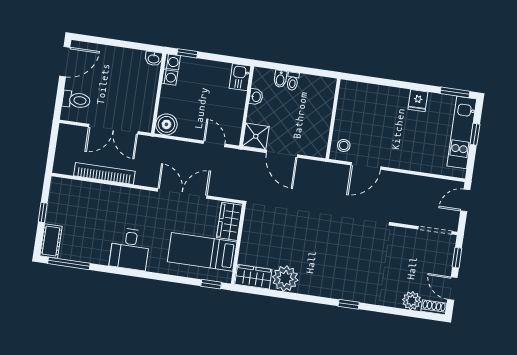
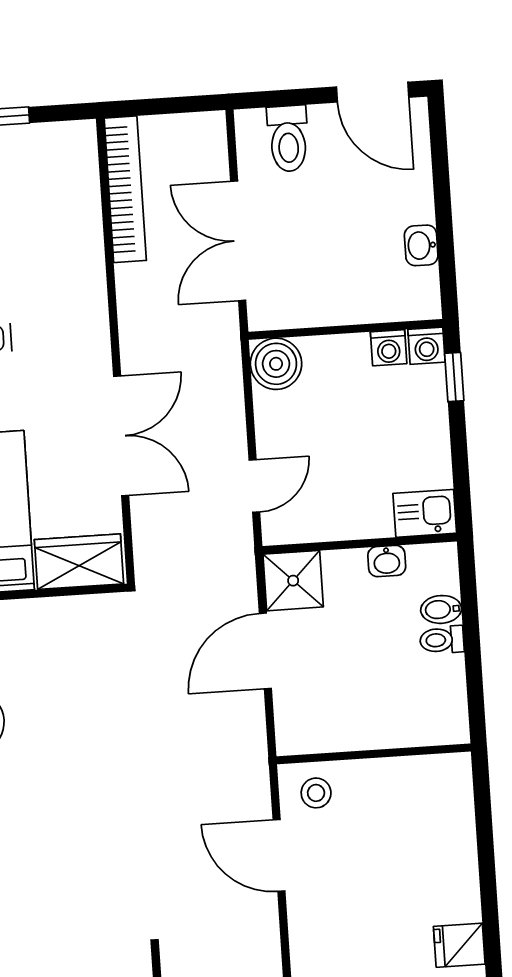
washbasin: (154, 59) -> (421, 245), moved
bookcase: (104, 173) -> (125, 189), moved

